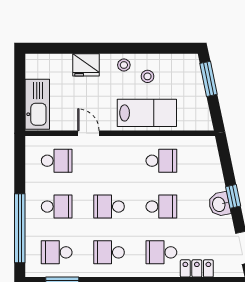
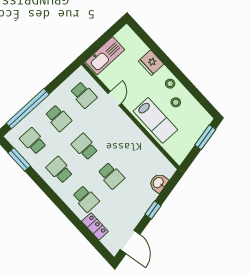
school desk: (161, 161) -> (136, 153), removed
washbasin: (219, 204) -> (159, 183), moved
school desk: (161, 252) -> (86, 199), turned 180

